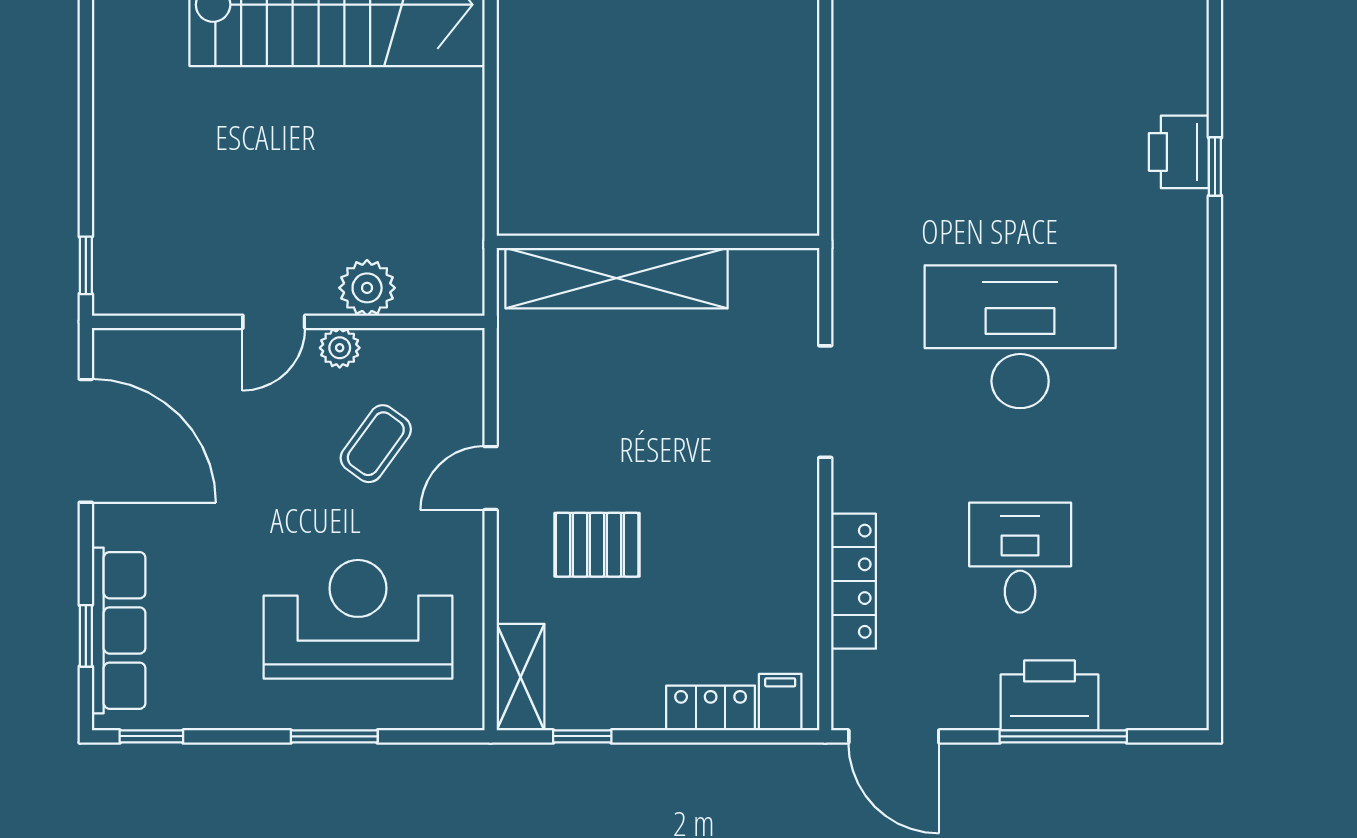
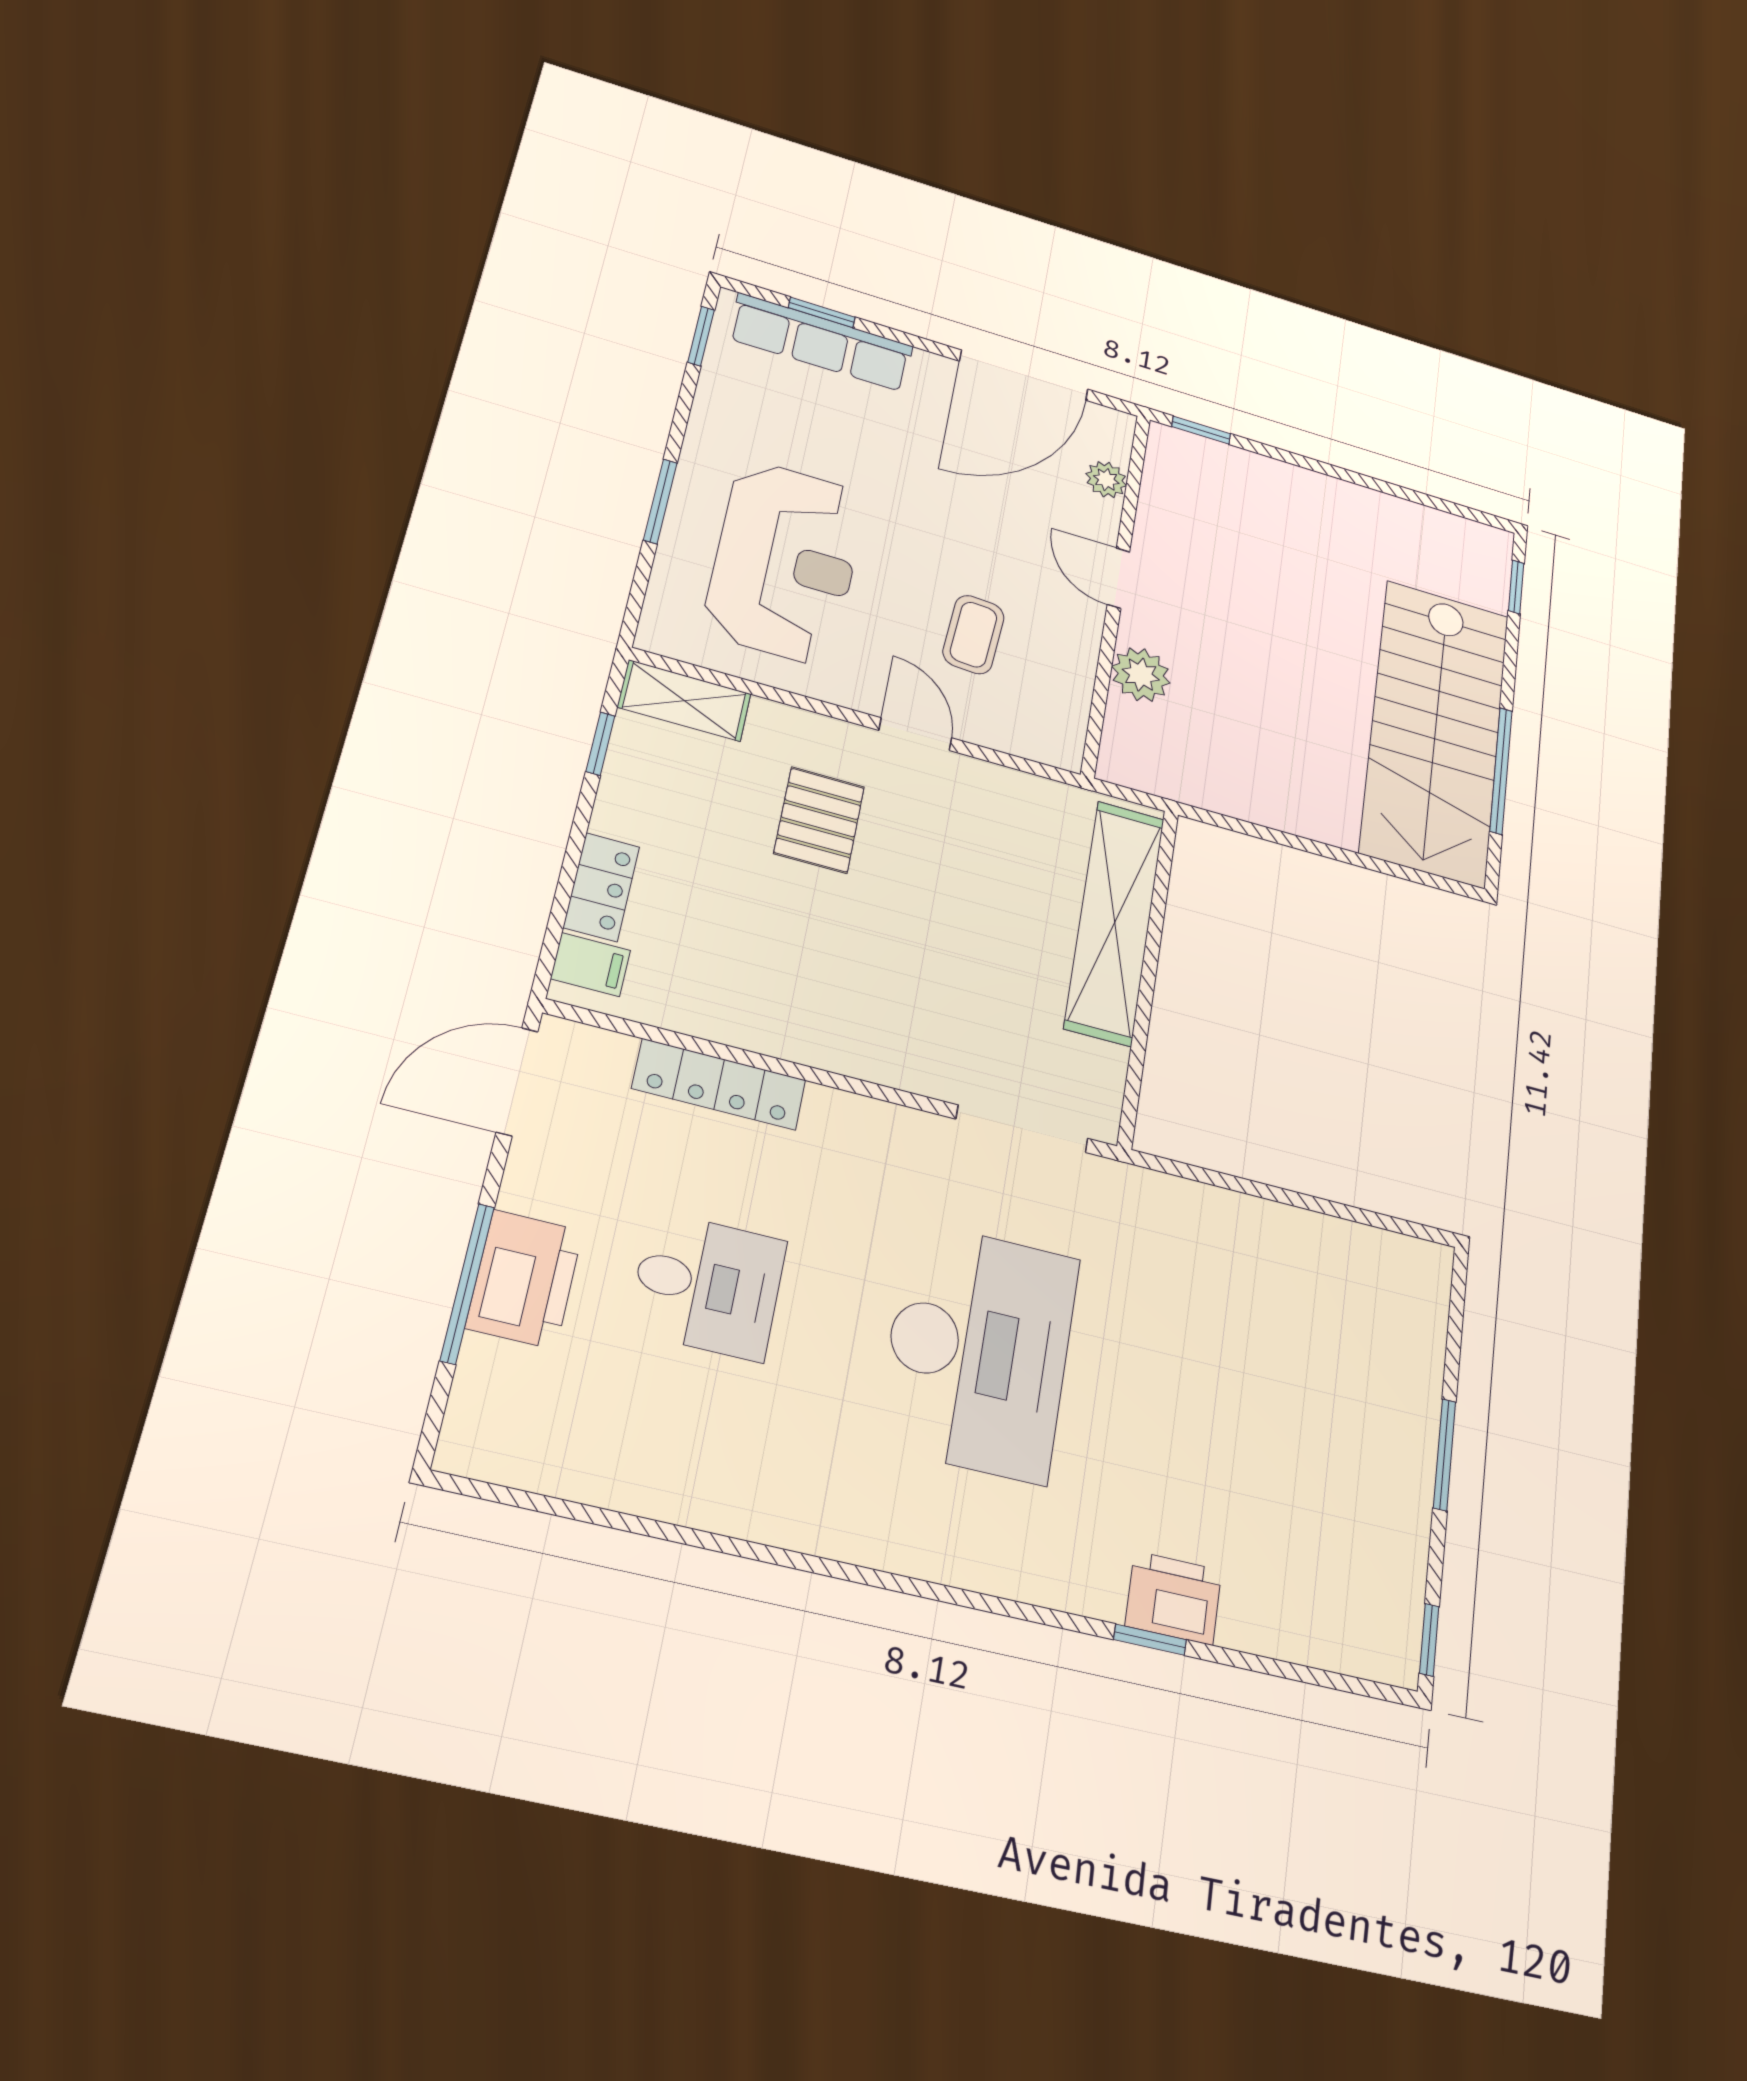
plant: (340, 348) -> (1106, 480), moved
doorway: (825, 402) -> (1022, 1129), moved
coffee table: (376, 444) -> (973, 635), turned 58

